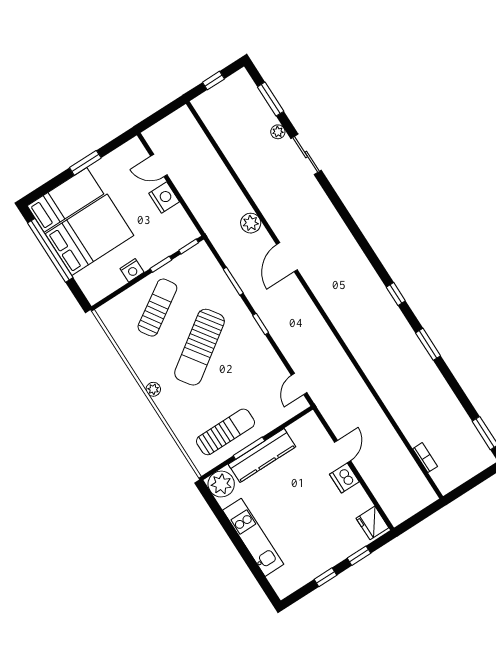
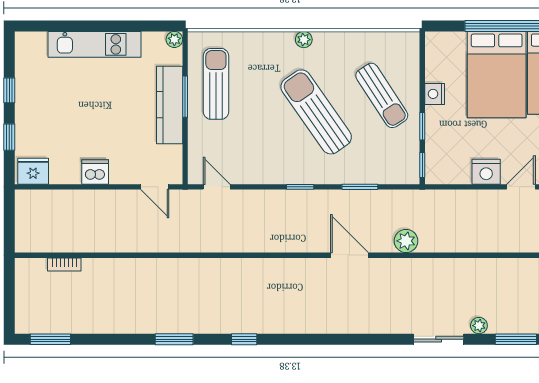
sun lounger: (226, 432) -> (216, 84), turned 180
door: (342, 451) -> (155, 187), moved
plant: (221, 484) -> (174, 39), width x0.53, depth x0.53

